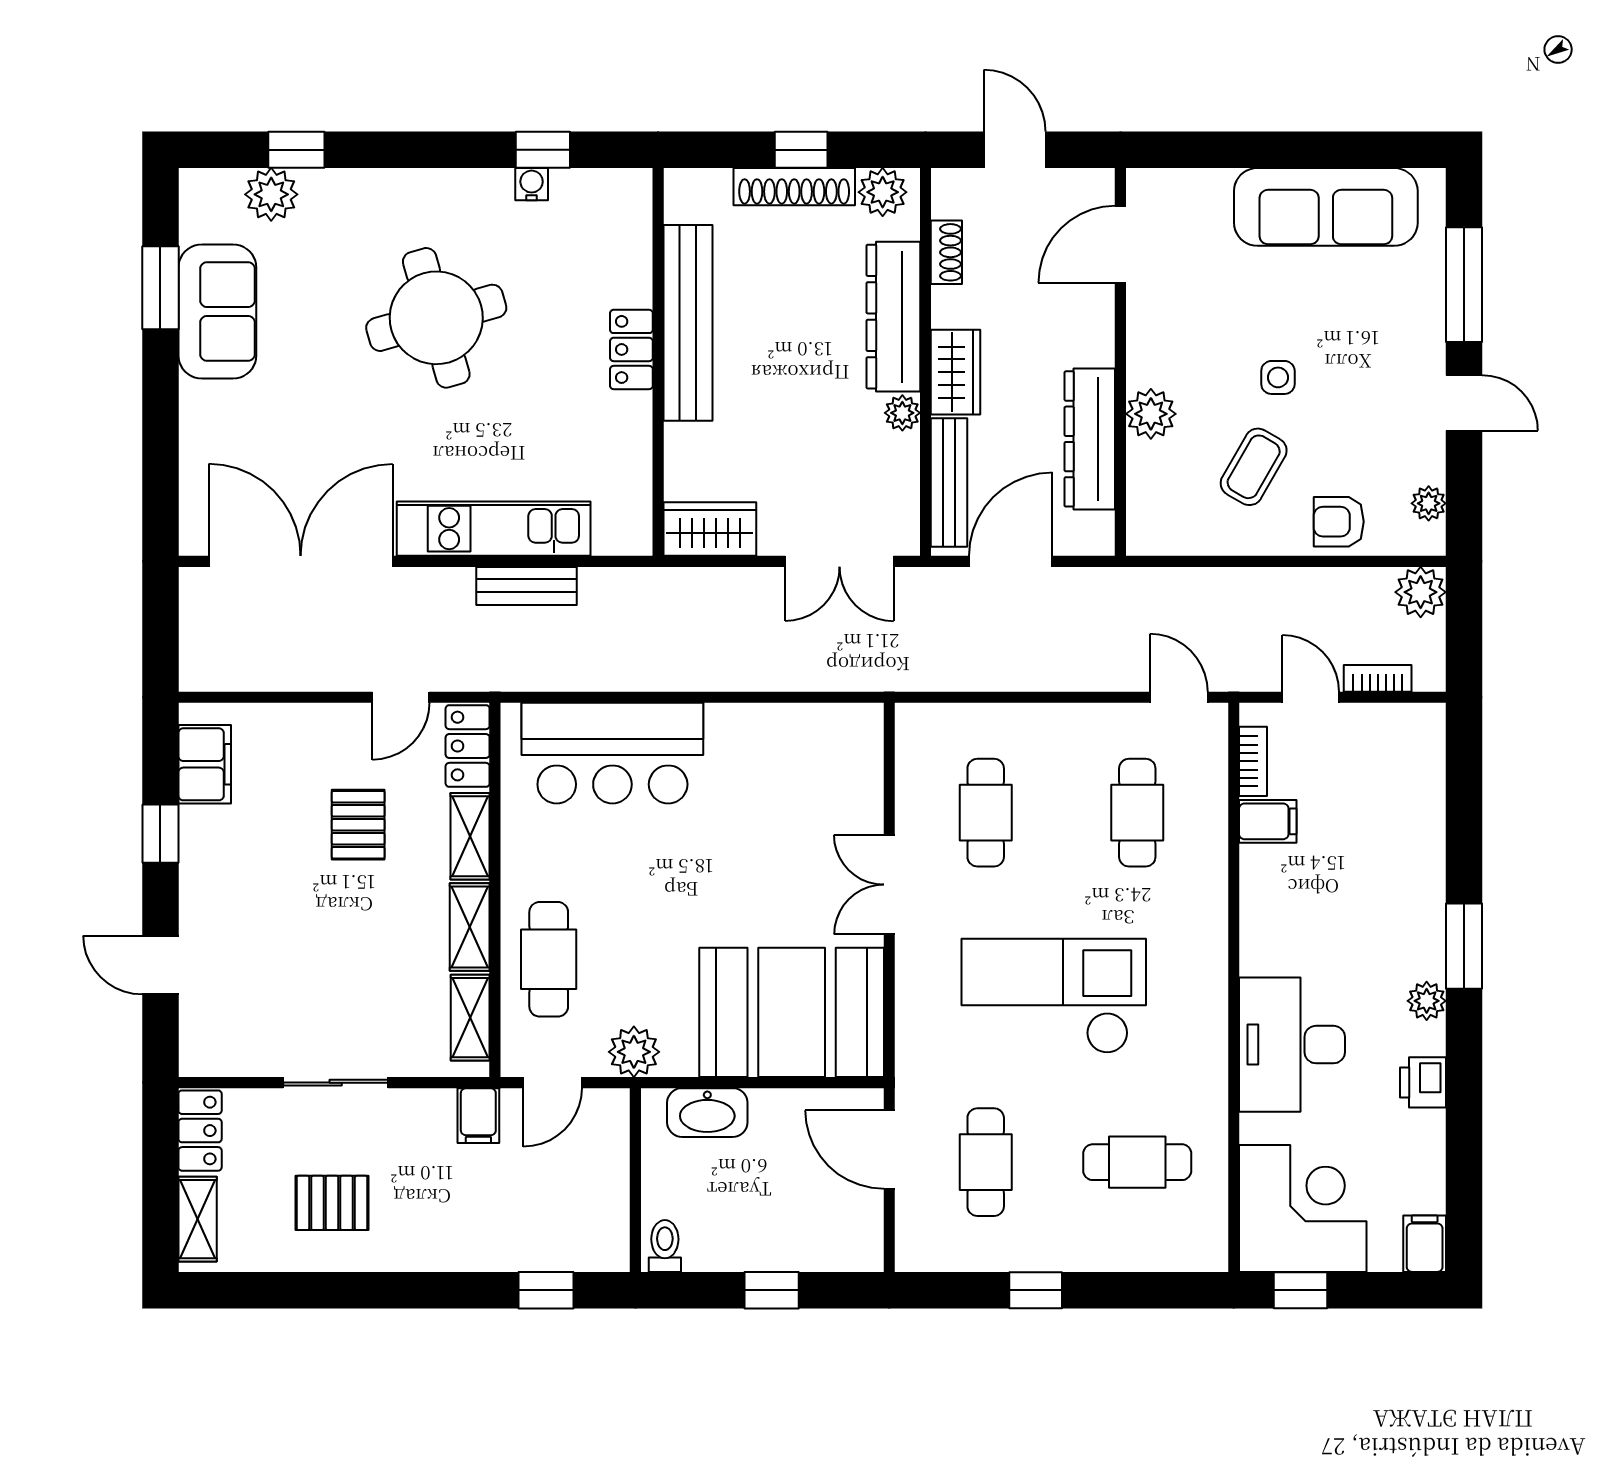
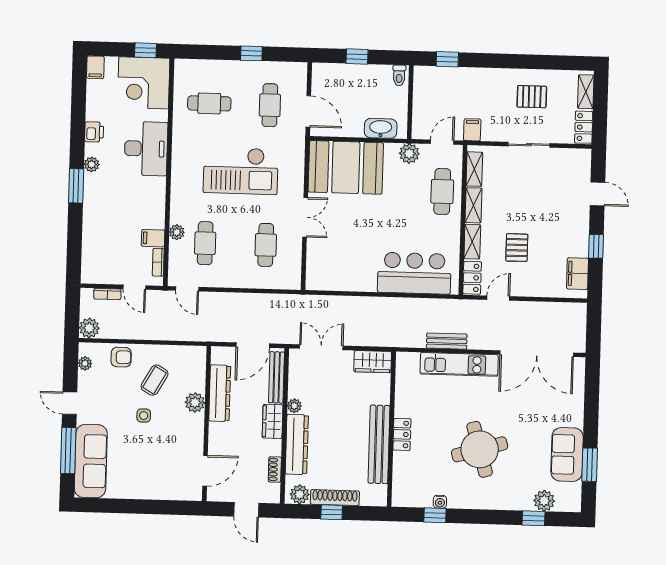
sofa: (1326, 207) -> (91, 461), moved, turned 90
plant: (1209, 838) -> (177, 232), added

